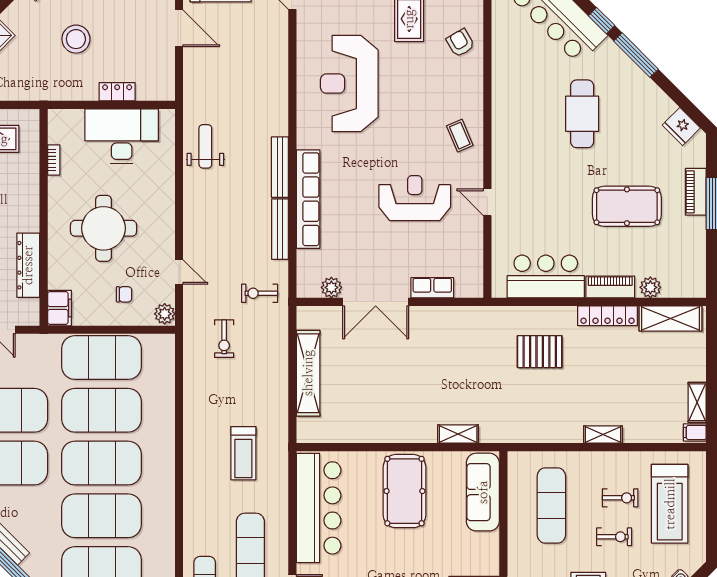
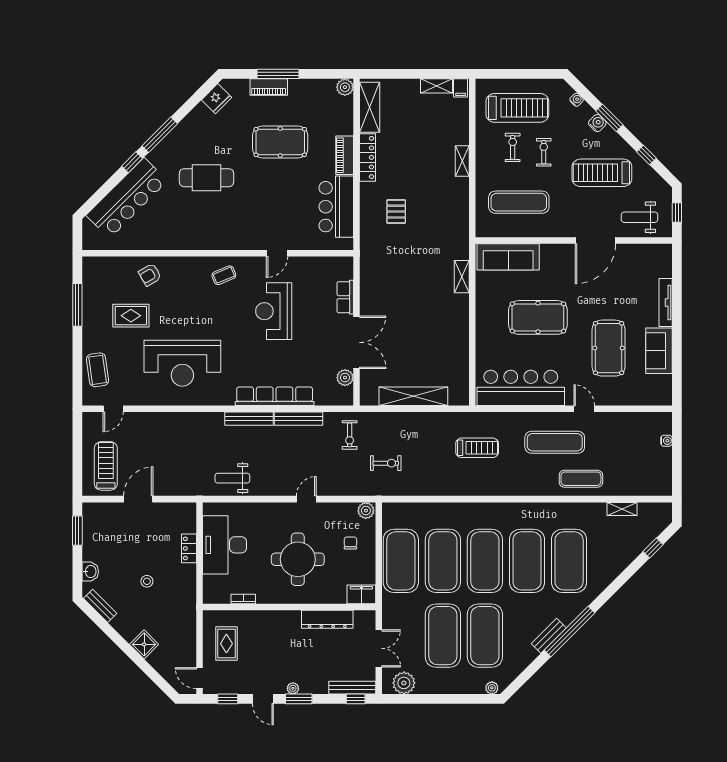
stool: (76, 39) -> (147, 581), width x0.53, depth x0.53
pool table: (627, 206) -> (280, 142), turned 90
door: (179, 272) -> (306, 499), moved
plant: (650, 287) -> (345, 87), moved
pallet: (540, 352) -> (396, 212), width x0.67, depth x0.71
pool table: (404, 491) -> (538, 317), moved

